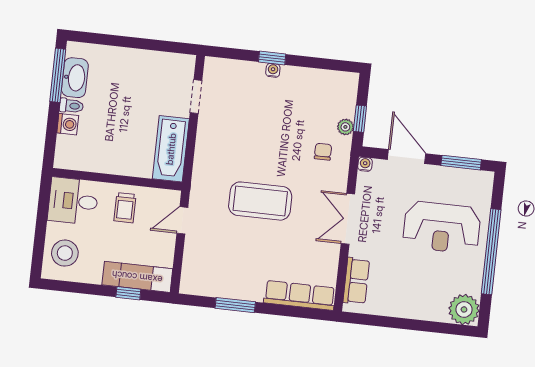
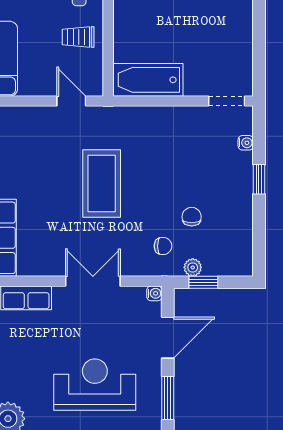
water cooler: (273, 70) -> (246, 143), moved
doorway: (196, 97) -> (227, 101), moved
chair: (299, 123) -> (192, 217), added
reception desk: (442, 227) -> (95, 385), turned 90

